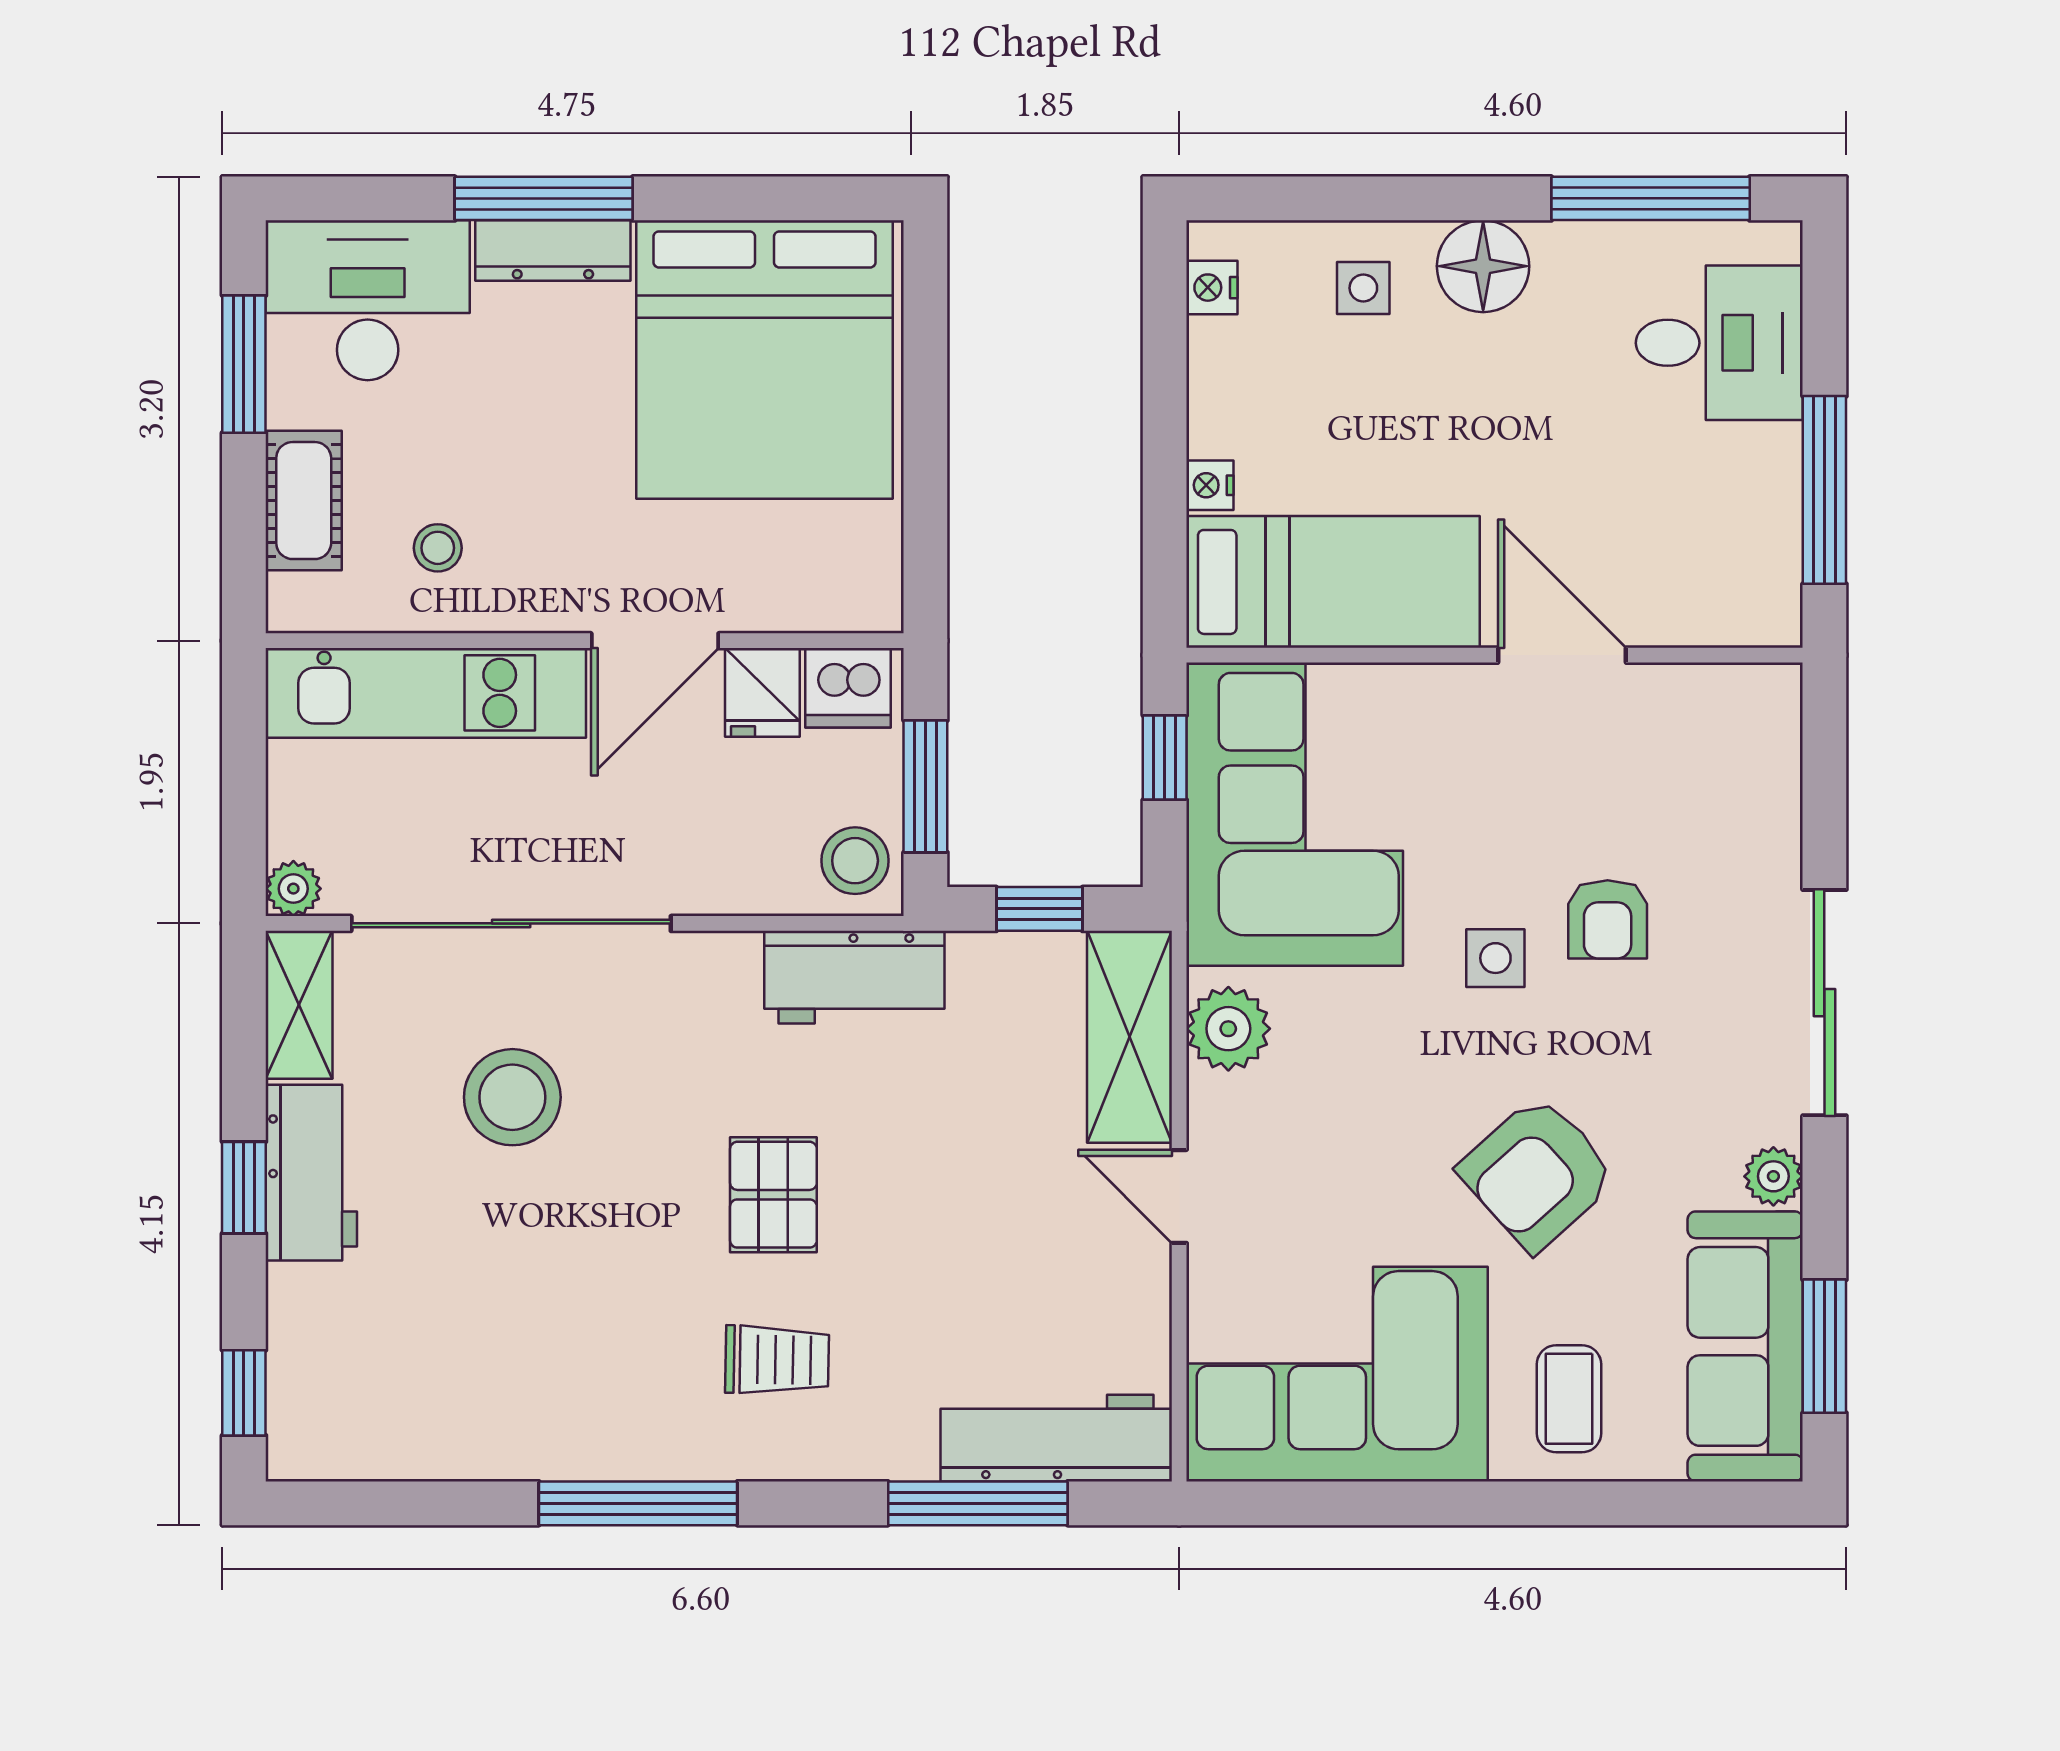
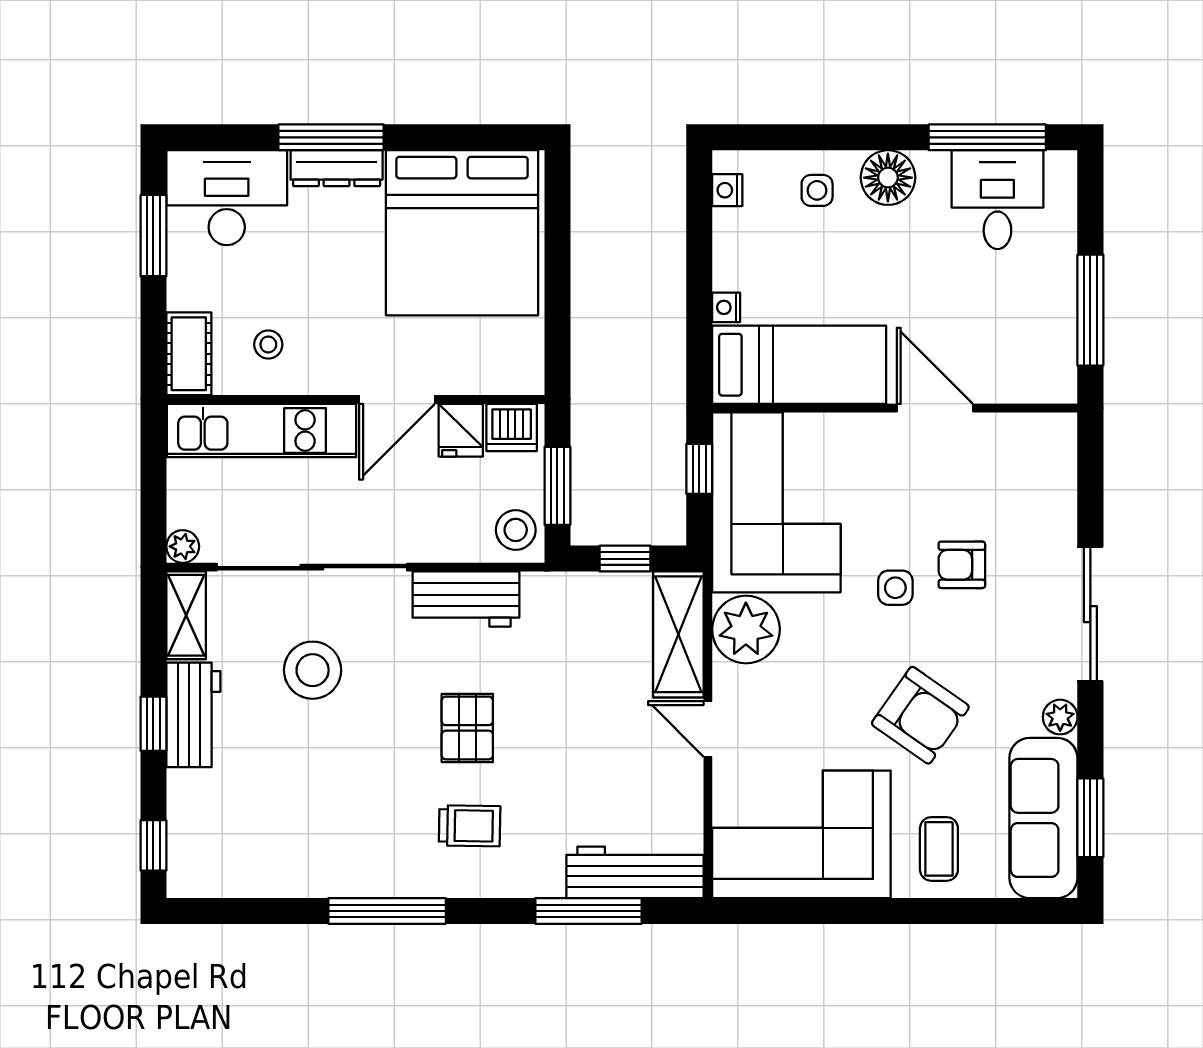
desk: (1719, 343) -> (997, 200), moved, turned -90
cot: (304, 501) -> (189, 354), moved
armchair: (1608, 919) -> (962, 565), turned 90
workbench: (854, 977) -> (466, 599), moved
plant: (1228, 1029) -> (746, 630), width x1.36, depth x1.36
armchair: (1538, 1173) -> (920, 715), turned -103

